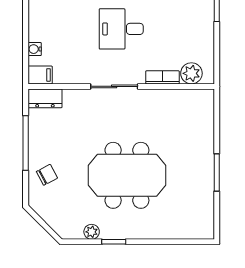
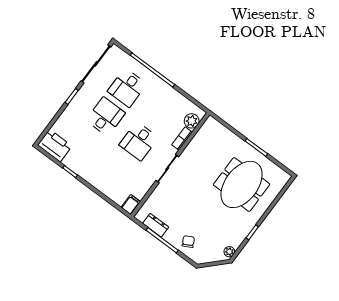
water cooler: (35, 49) -> (114, 197), removed
dresser: (45, 98) -> (156, 225), moved, turned -90
meeting table: (127, 175) -> (242, 184), moved
plant: (92, 232) -> (229, 252), moved

